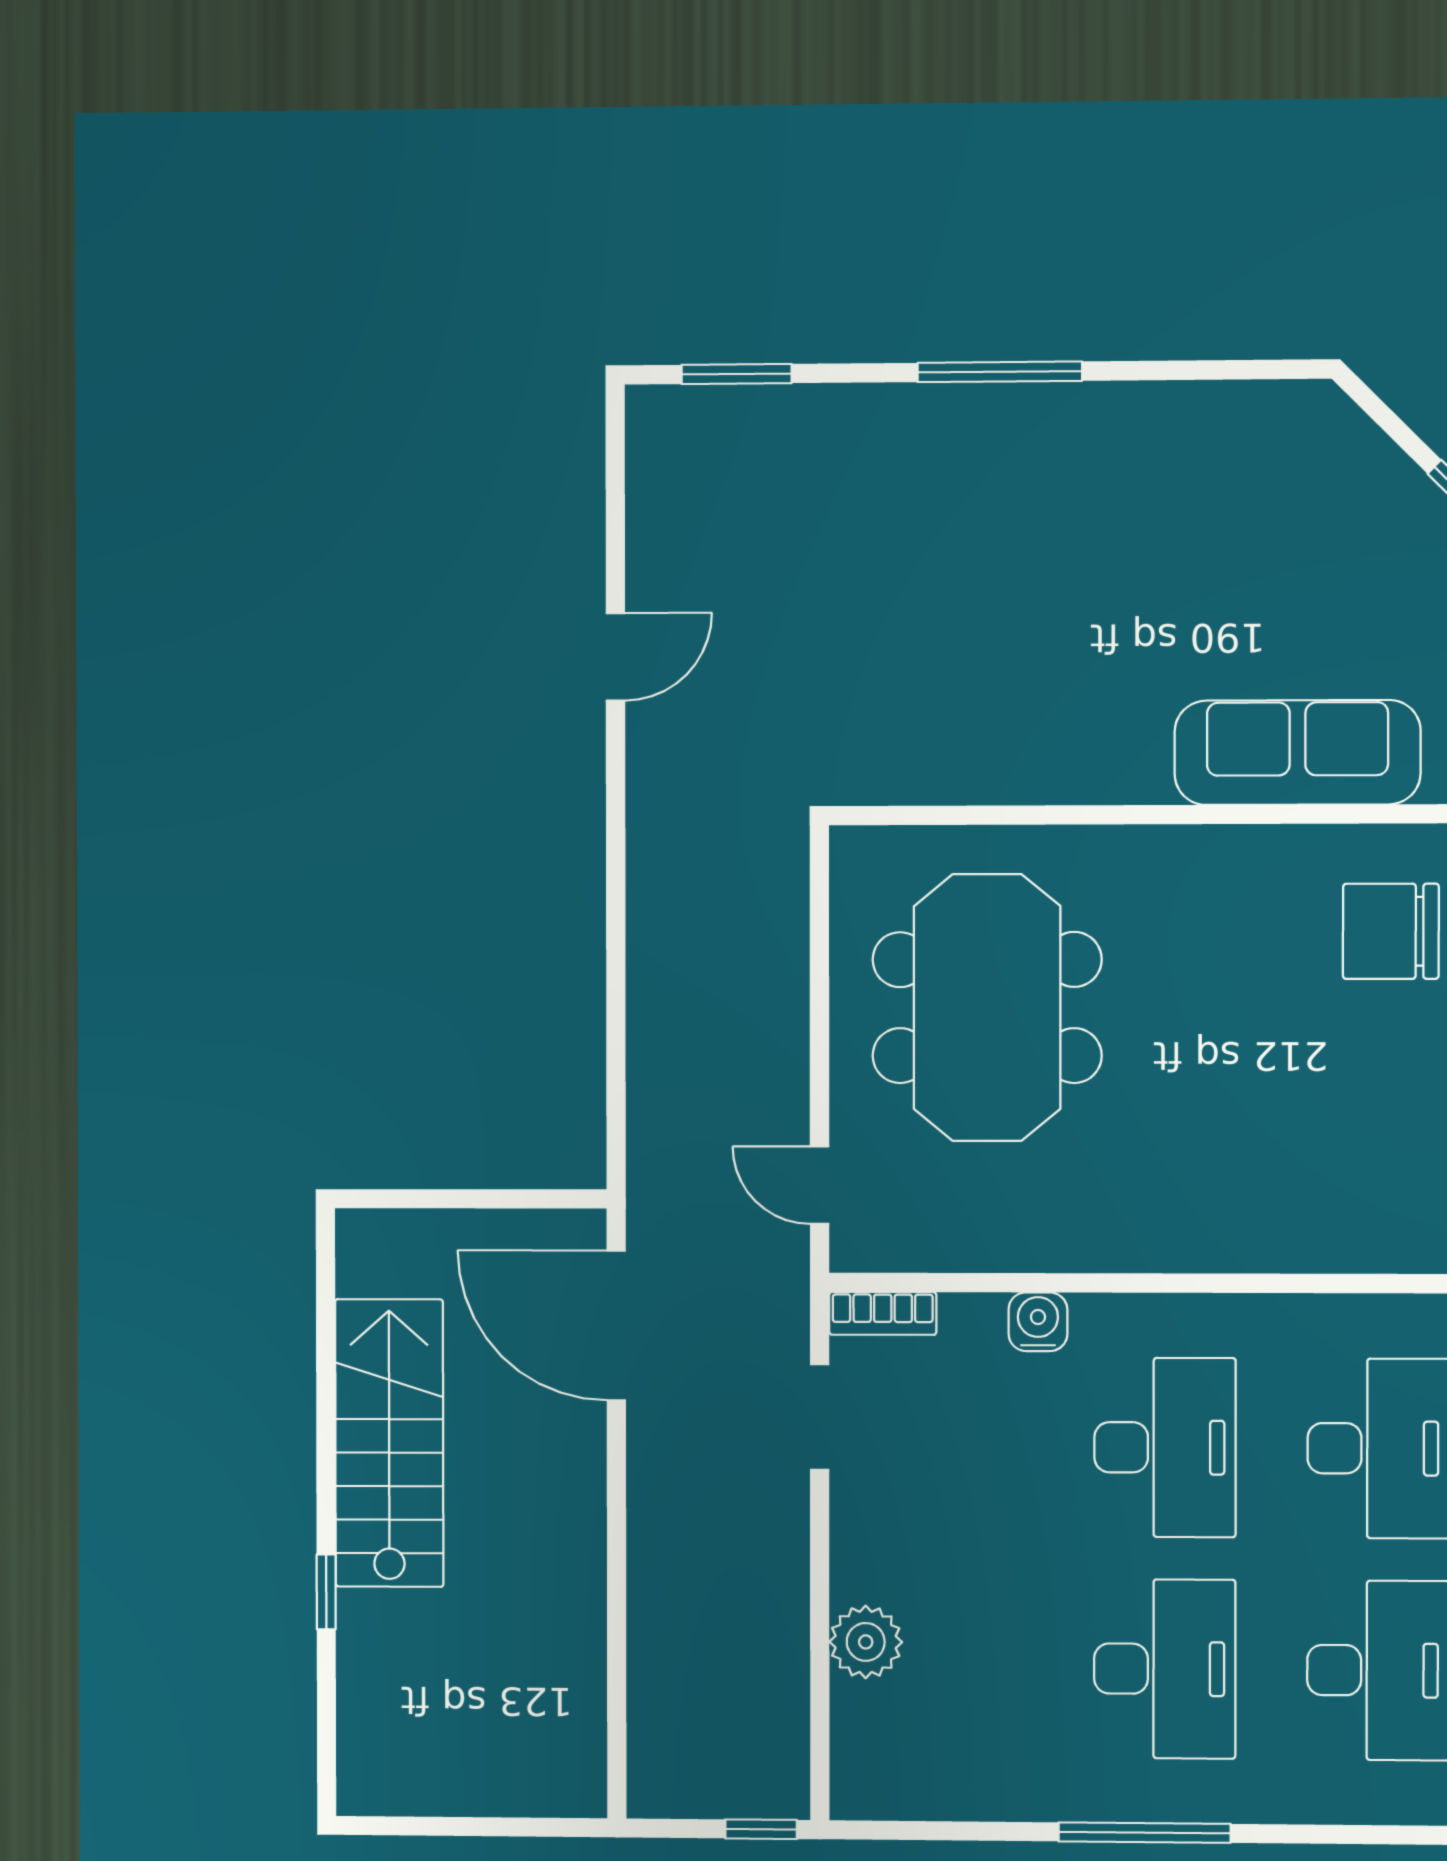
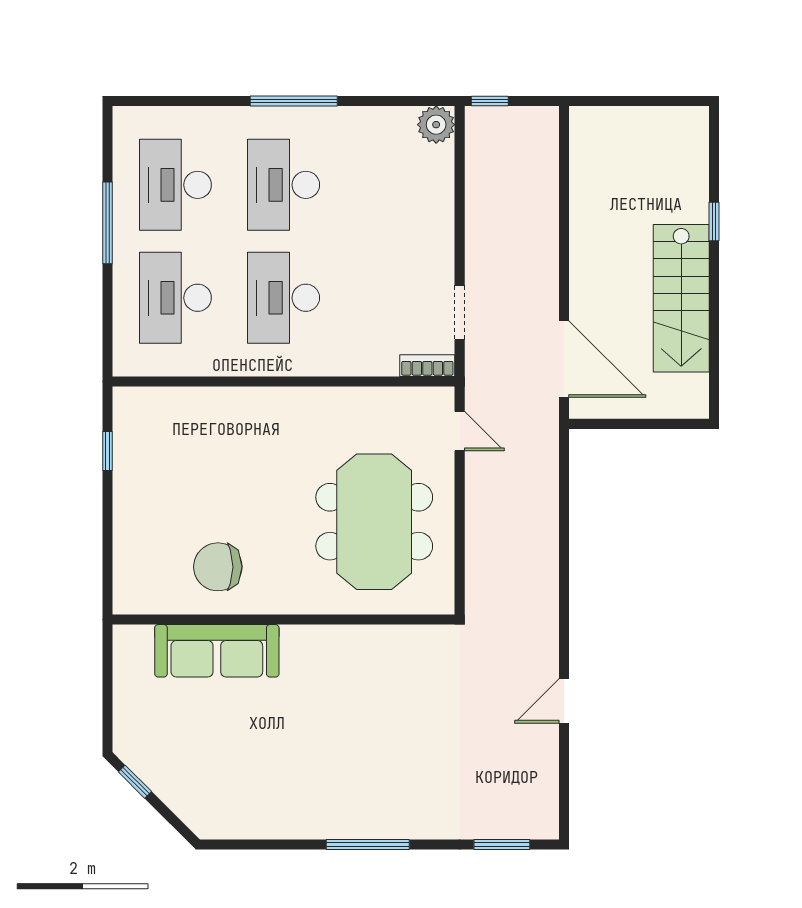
chair: (1391, 931) -> (218, 567), moved, turned 180
water cooler: (1038, 1322) -> (348, 362), removed
plant: (866, 1642) -> (436, 125), moved

